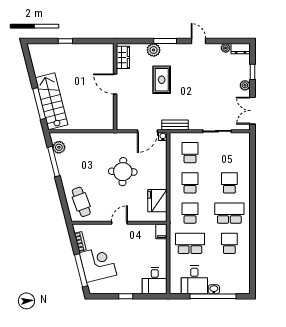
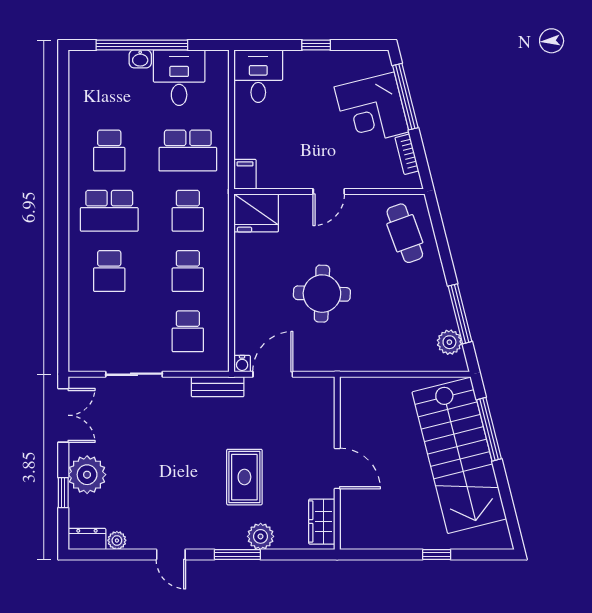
plant: (245, 85) -> (87, 475), width x1.87, depth x1.87
stairs: (51, 101) -> (459, 455), width x1.36, depth x1.51
fridge: (157, 201) -> (256, 213), moved, turned 90

